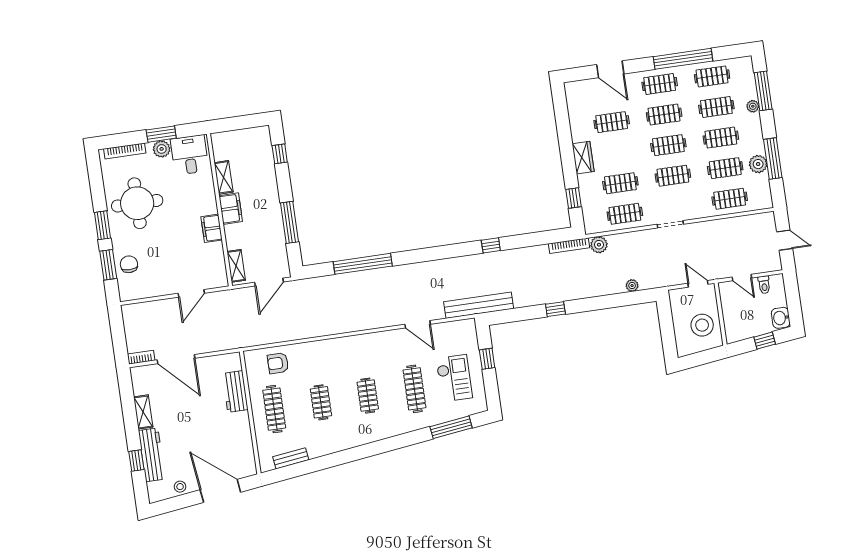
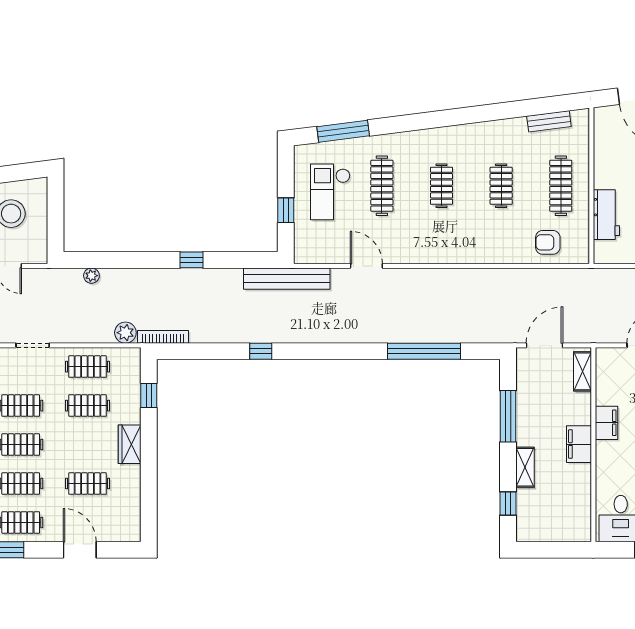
shelving: (224, 177) -> (525, 467), moved
armchair: (278, 363) -> (548, 242), turned 180

